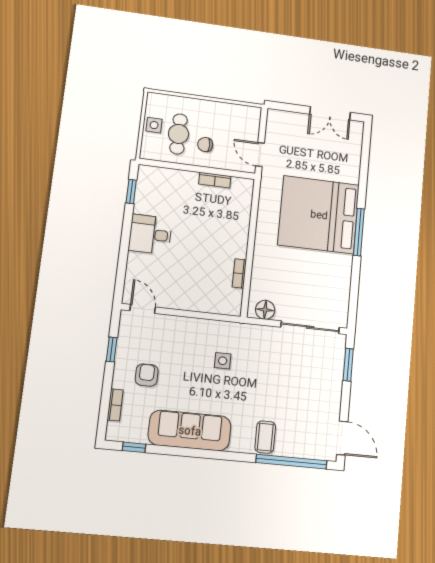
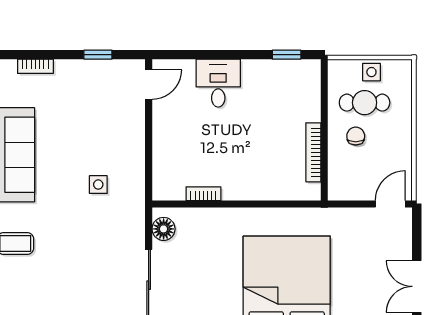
door: (260, 155) -> (390, 204), moved
bookcase: (215, 180) -> (313, 152), width x1.56
desk: (150, 234) -> (218, 83), moved
armchair: (147, 375) -> (73, 98), removed

